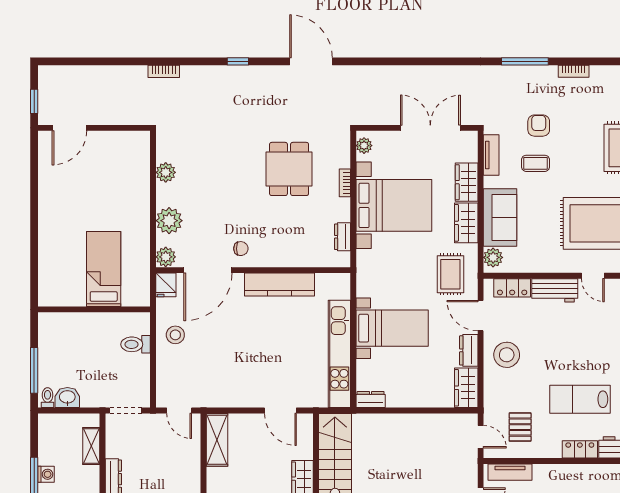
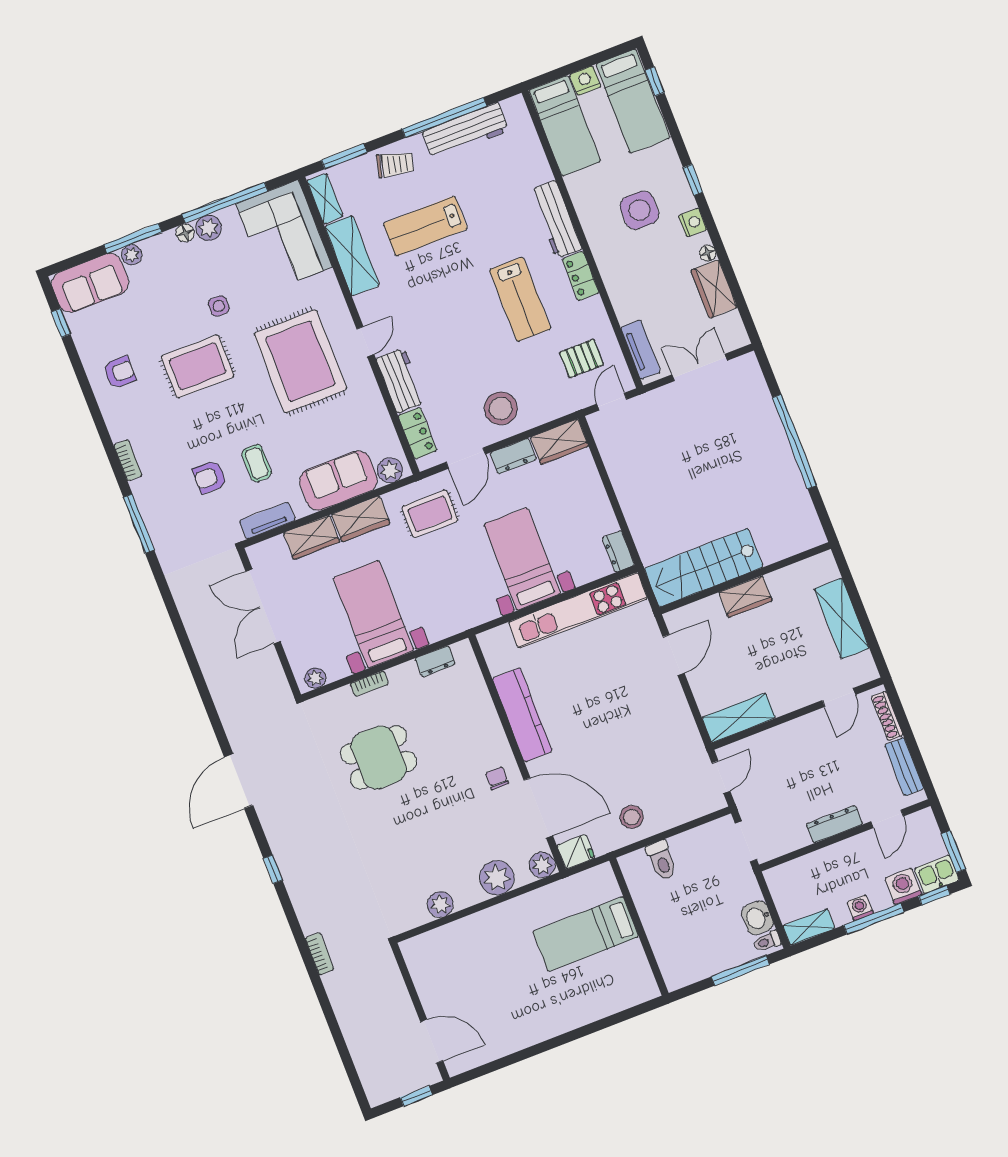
bed with nightstands: (394, 205) -> (373, 614), width x0.73
shelving: (91, 446) -> (809, 927), moved

